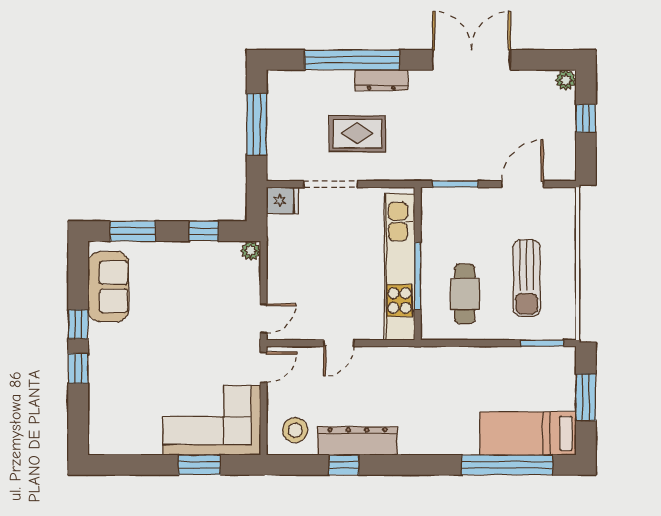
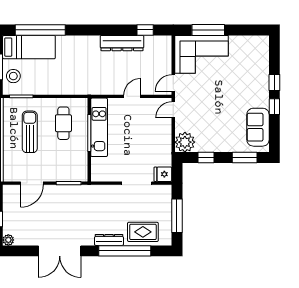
rug: (357, 134) -> (143, 232), moved
plant: (251, 251) -> (185, 142), width x1.87, depth x1.87
kitchen unit: (400, 267) -> (99, 127), width x0.73
stool: (295, 430) -> (13, 76), moved
window: (199, 465) -> (208, 30), width x1.44
window: (344, 465) -> (145, 30), moved

